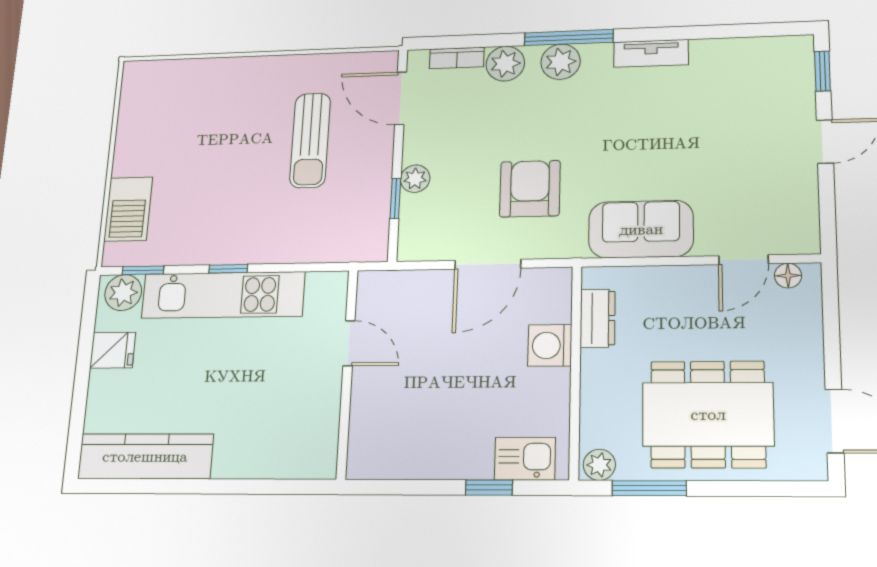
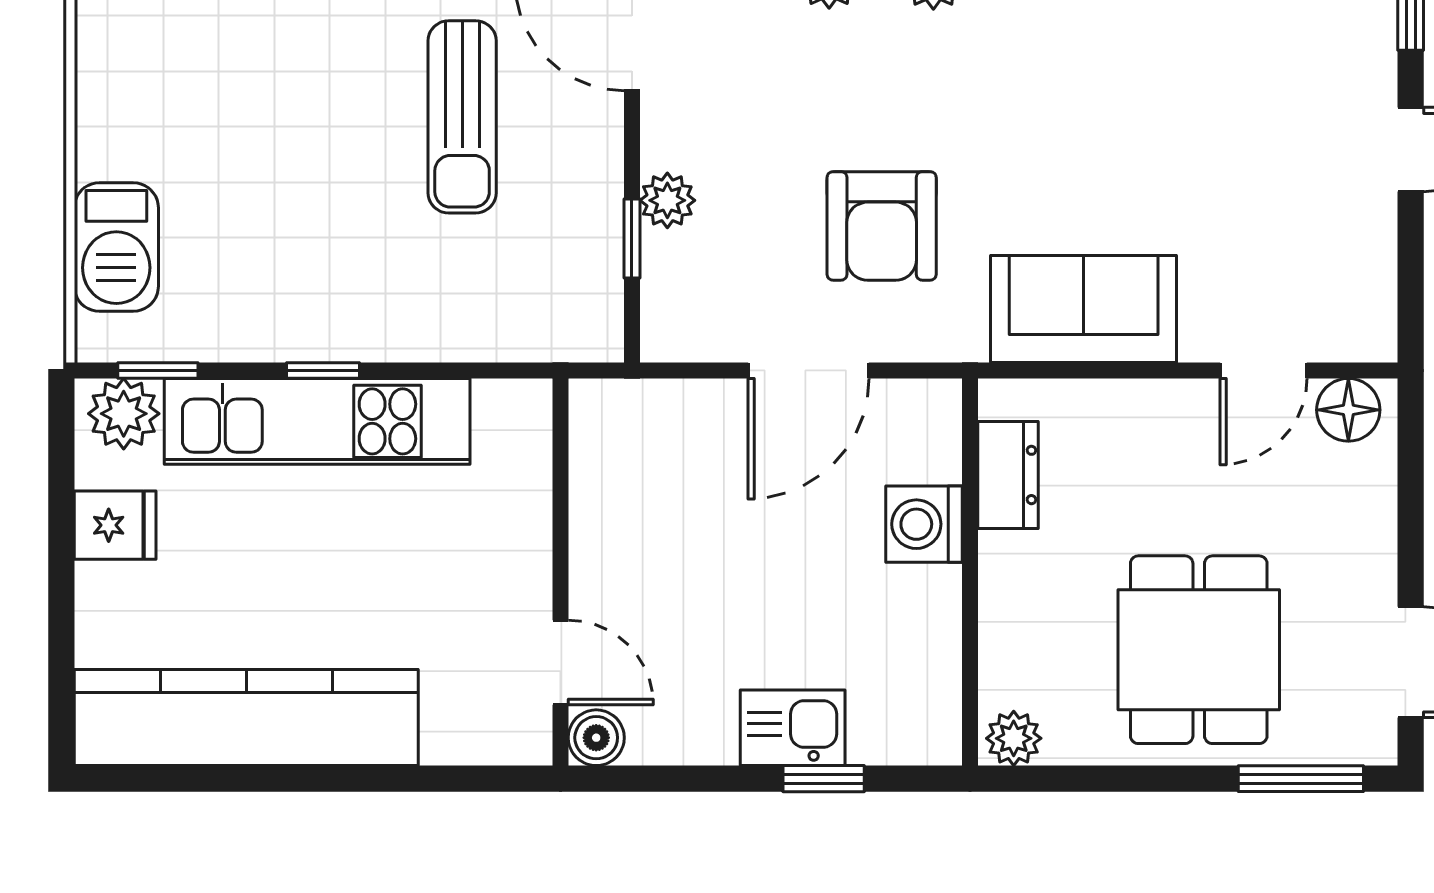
armchair: (530, 189) -> (882, 226), turned 180
floor lamp: (788, 276) -> (1348, 410), width x1.37, depth x1.37
door: (349, 343) -> (560, 663), moved
dining table: (708, 414) -> (1199, 650), width x0.73
kitchen counter: (145, 456) -> (246, 718), width x1.39, depth x1.17
kitchen sink: (525, 459) -> (793, 728), moved
boiler: (362, 464) -> (596, 738), added
window: (649, 488) -> (1301, 779), moved

